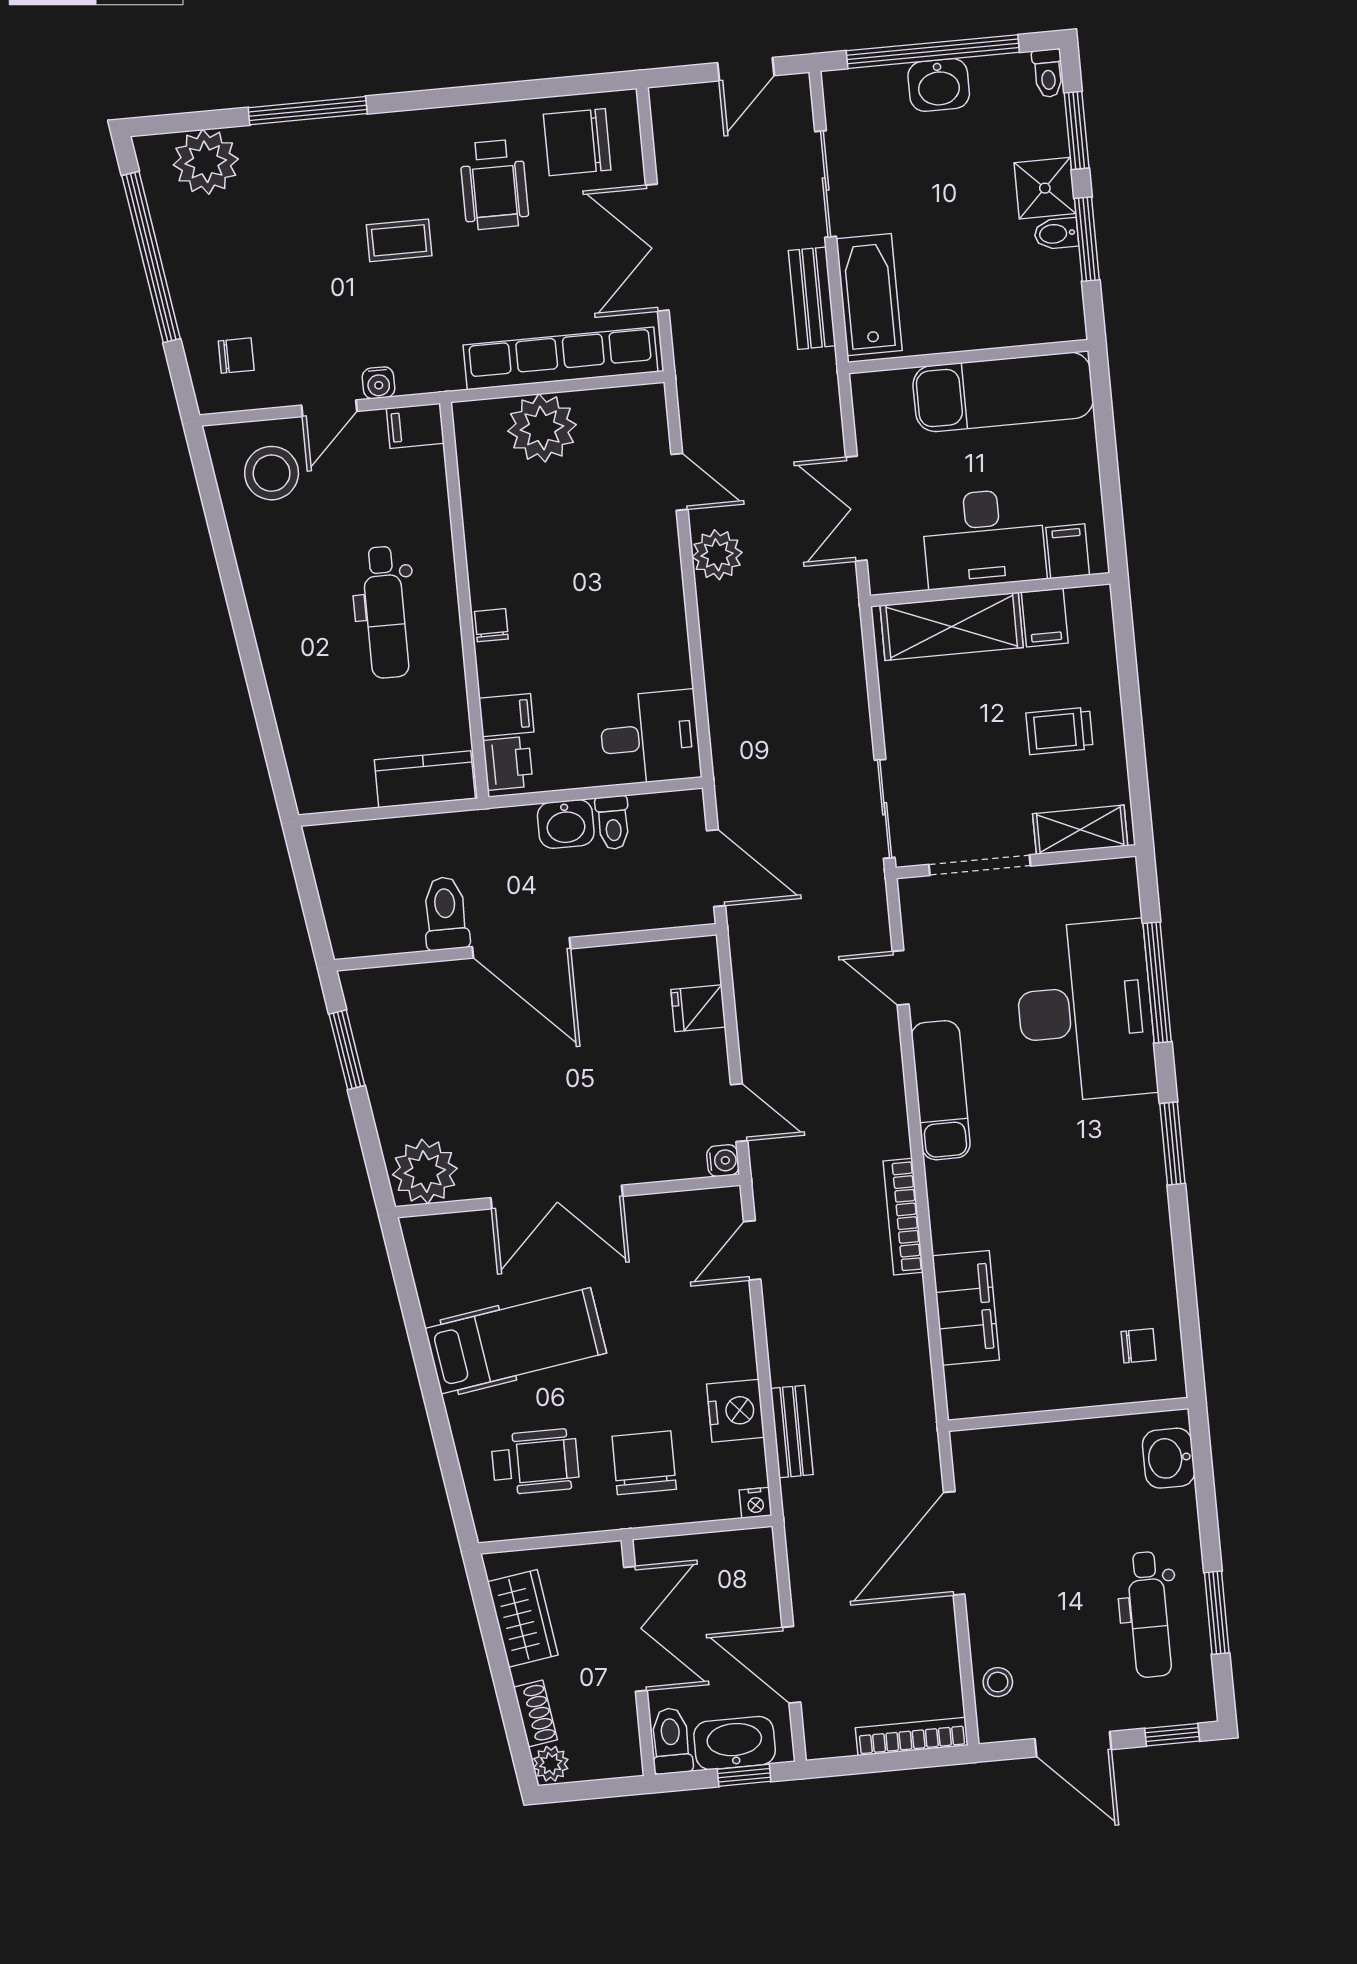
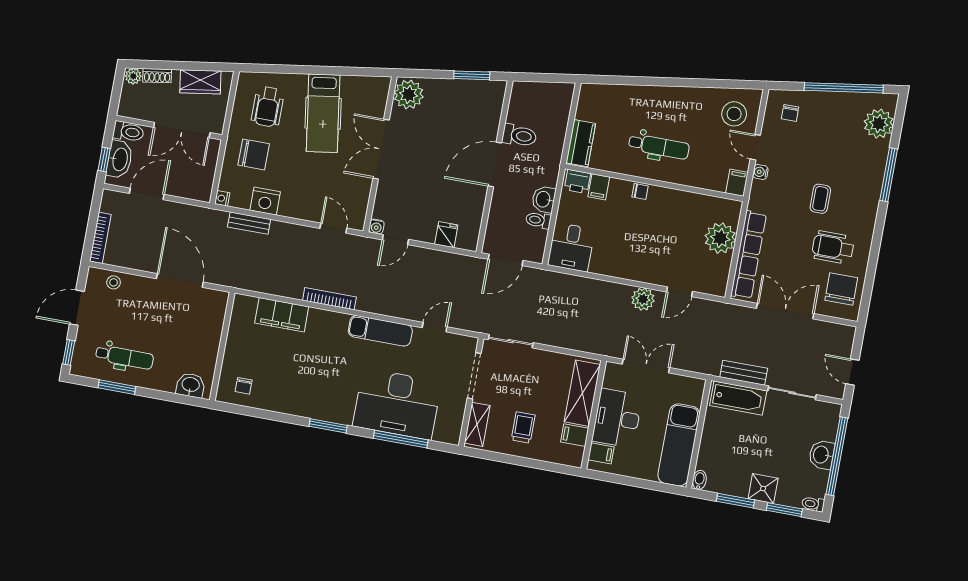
bidet: (1056, 234) -> (699, 480), moved
dental chair: (385, 612) -> (659, 146), turned 180
dental chair: (1149, 1614) -> (124, 357), turned 180

